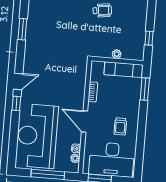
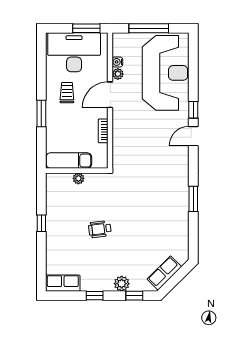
window: (149, 38) -> (41, 223), moved
window: (145, 89) -> (41, 114), moved
door: (85, 122) -> (110, 95), swing flipped
plant: (75, 158) -> (118, 74), moved

